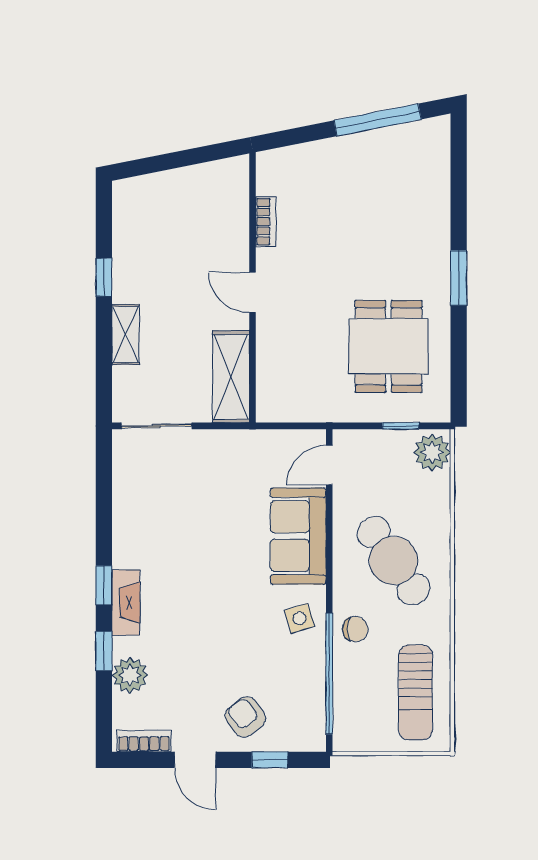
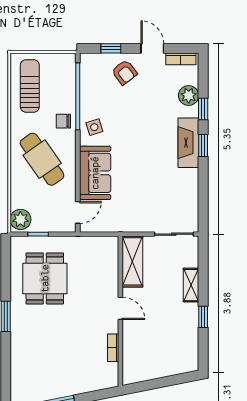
fireplace: (126, 602) -> (188, 143), width x1.37, depth x1.32

